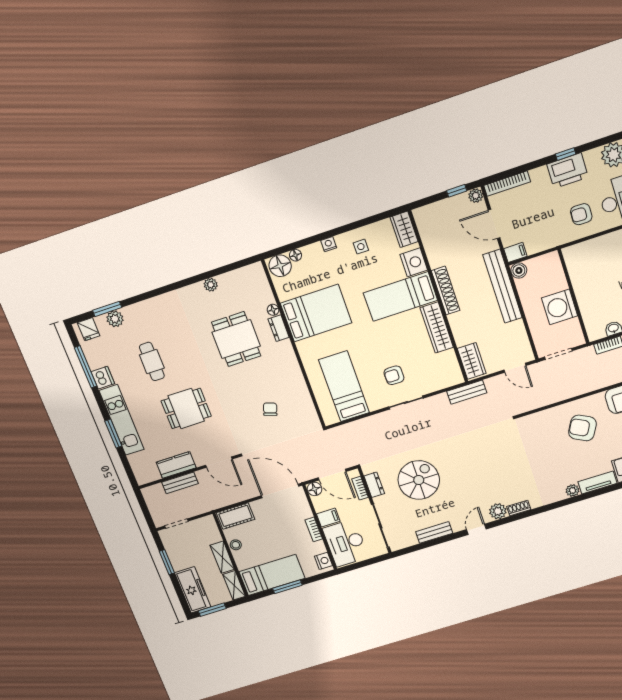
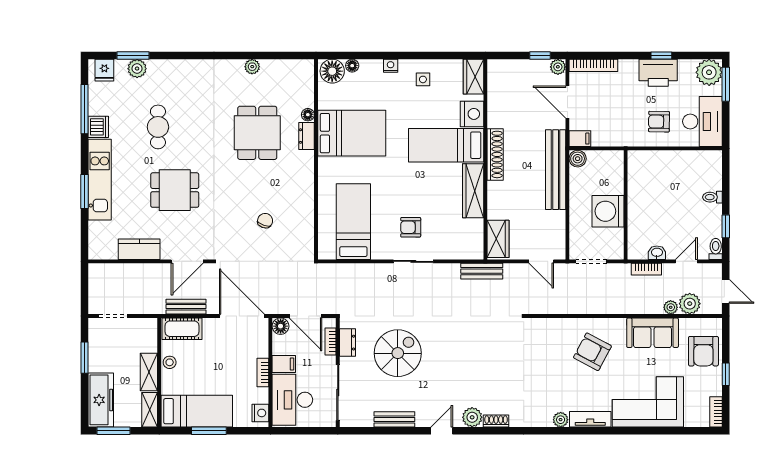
door: (219, 462) -> (187, 261), hinge flipped
bench: (180, 483) -> (186, 307), moved

